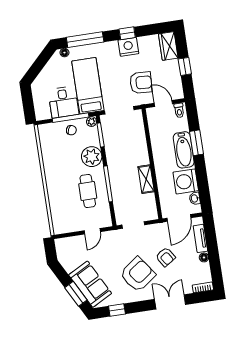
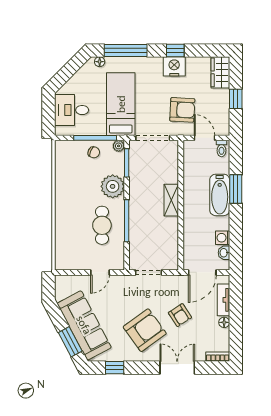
desk: (63, 102) -> (72, 110), moved, turned 90
shelving: (146, 179) -> (171, 200), moved
washing machine: (186, 181) -> (223, 238), width x0.53, depth x0.53
sofa: (90, 284) -> (84, 325), width x1.36

